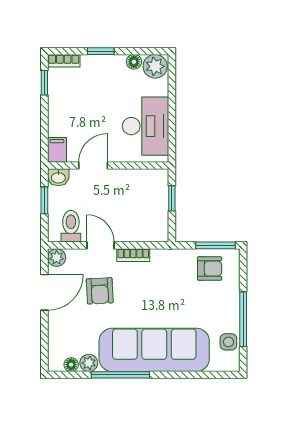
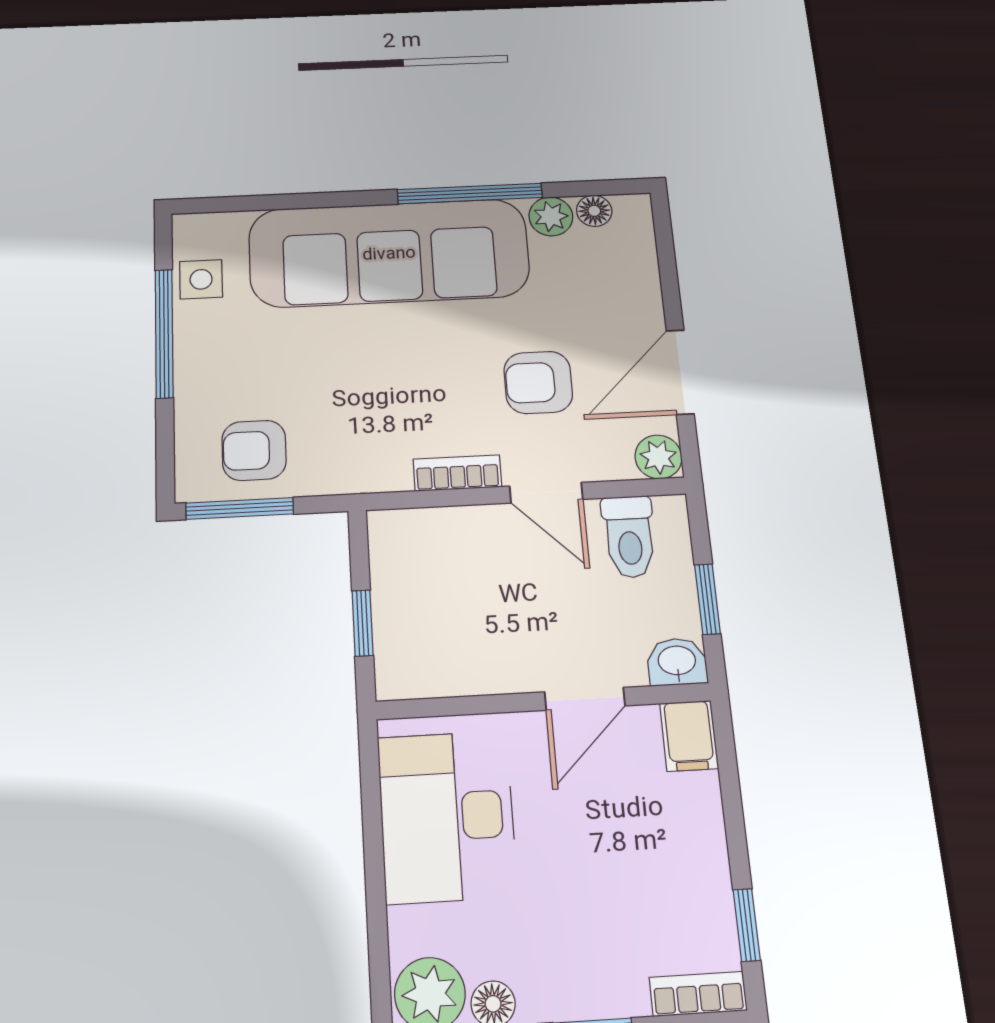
armchair: (100, 291) -> (538, 382), turned -87

